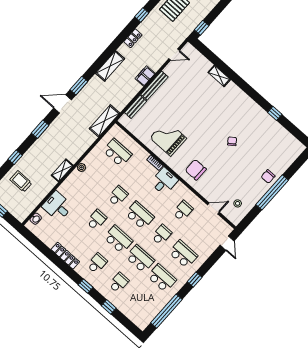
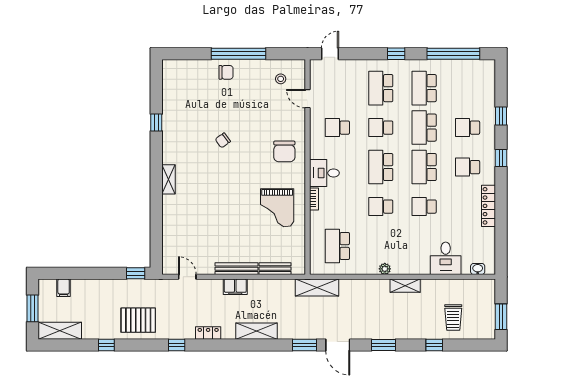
shelving: (219, 76) -> (168, 179), moved

